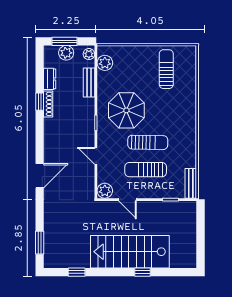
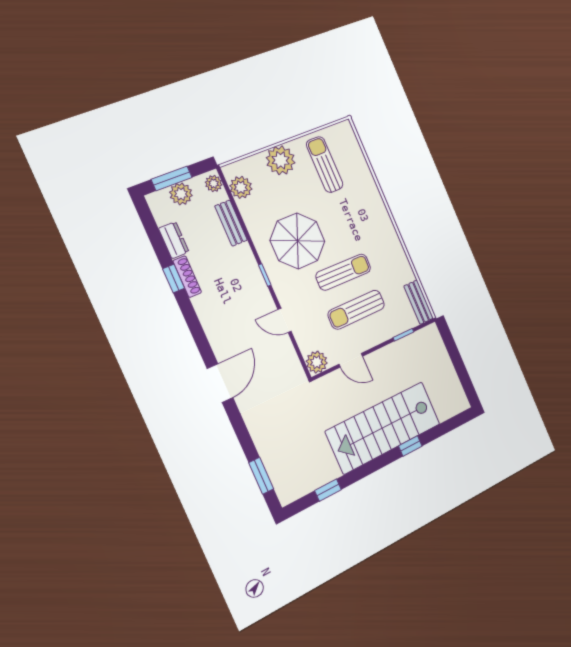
plant: (138, 56) -> (281, 160), added

